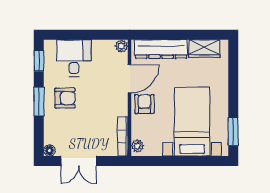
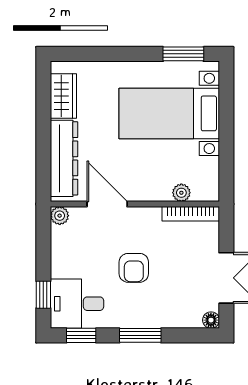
window: (67, 35) -> (43, 295), added
desk: (74, 58) -> (77, 304), moved
armchair: (65, 98) -> (134, 268), moved, turned 180
armchair: (144, 104) -> (144, 183), removed
plant: (137, 146) -> (181, 193), moved

